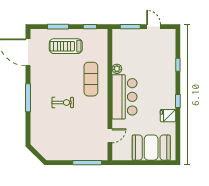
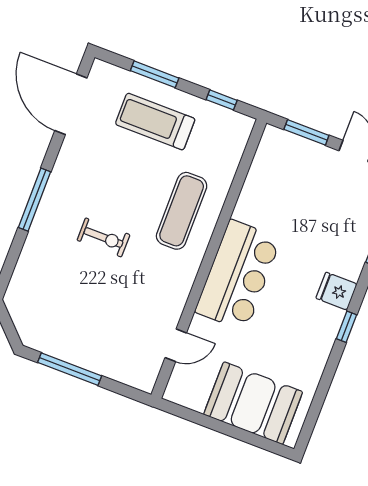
plant: (117, 69) -> (244, 210), removed
fridge: (168, 116) -> (337, 291), moved
window: (87, 163) -> (70, 369), moved

